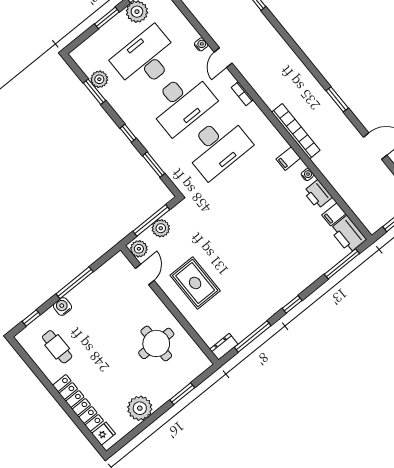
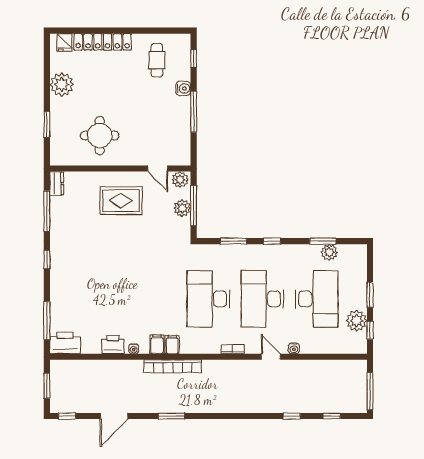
filing cabinet: (334, 214) -> (172, 344), moved
cafe table: (57, 347) -> (157, 60), turned 90

